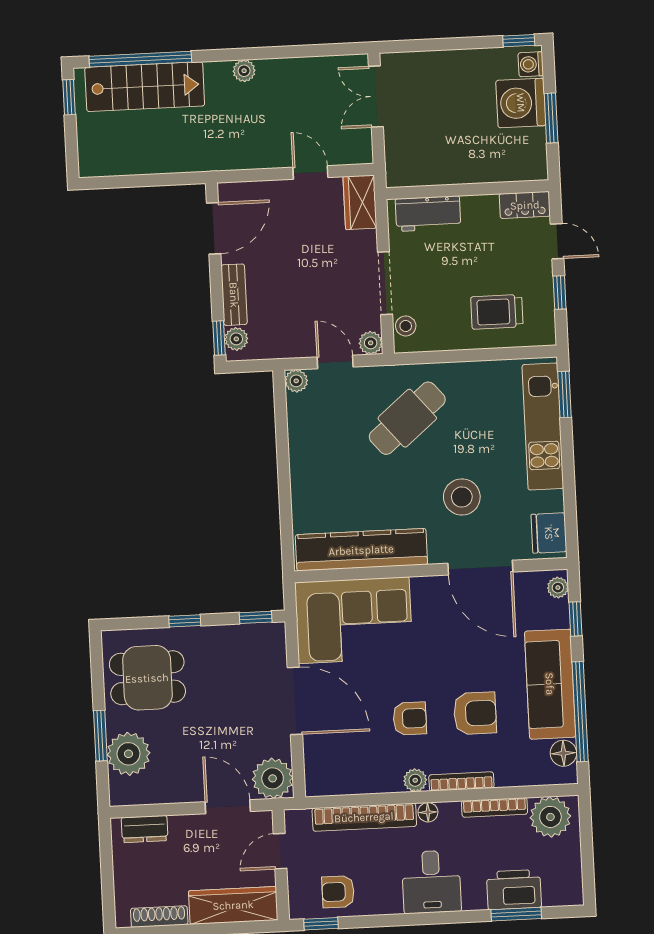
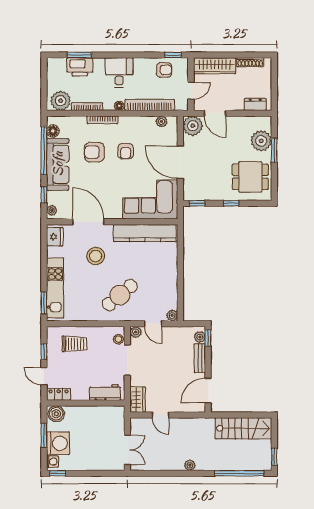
stairs: (145, 87) -> (243, 428), moved, turned 180
boiler: (528, 164) -> (56, 414), added
armchair: (410, 718) -> (126, 151), turned -89
plant: (415, 780) -> (162, 121), moved

